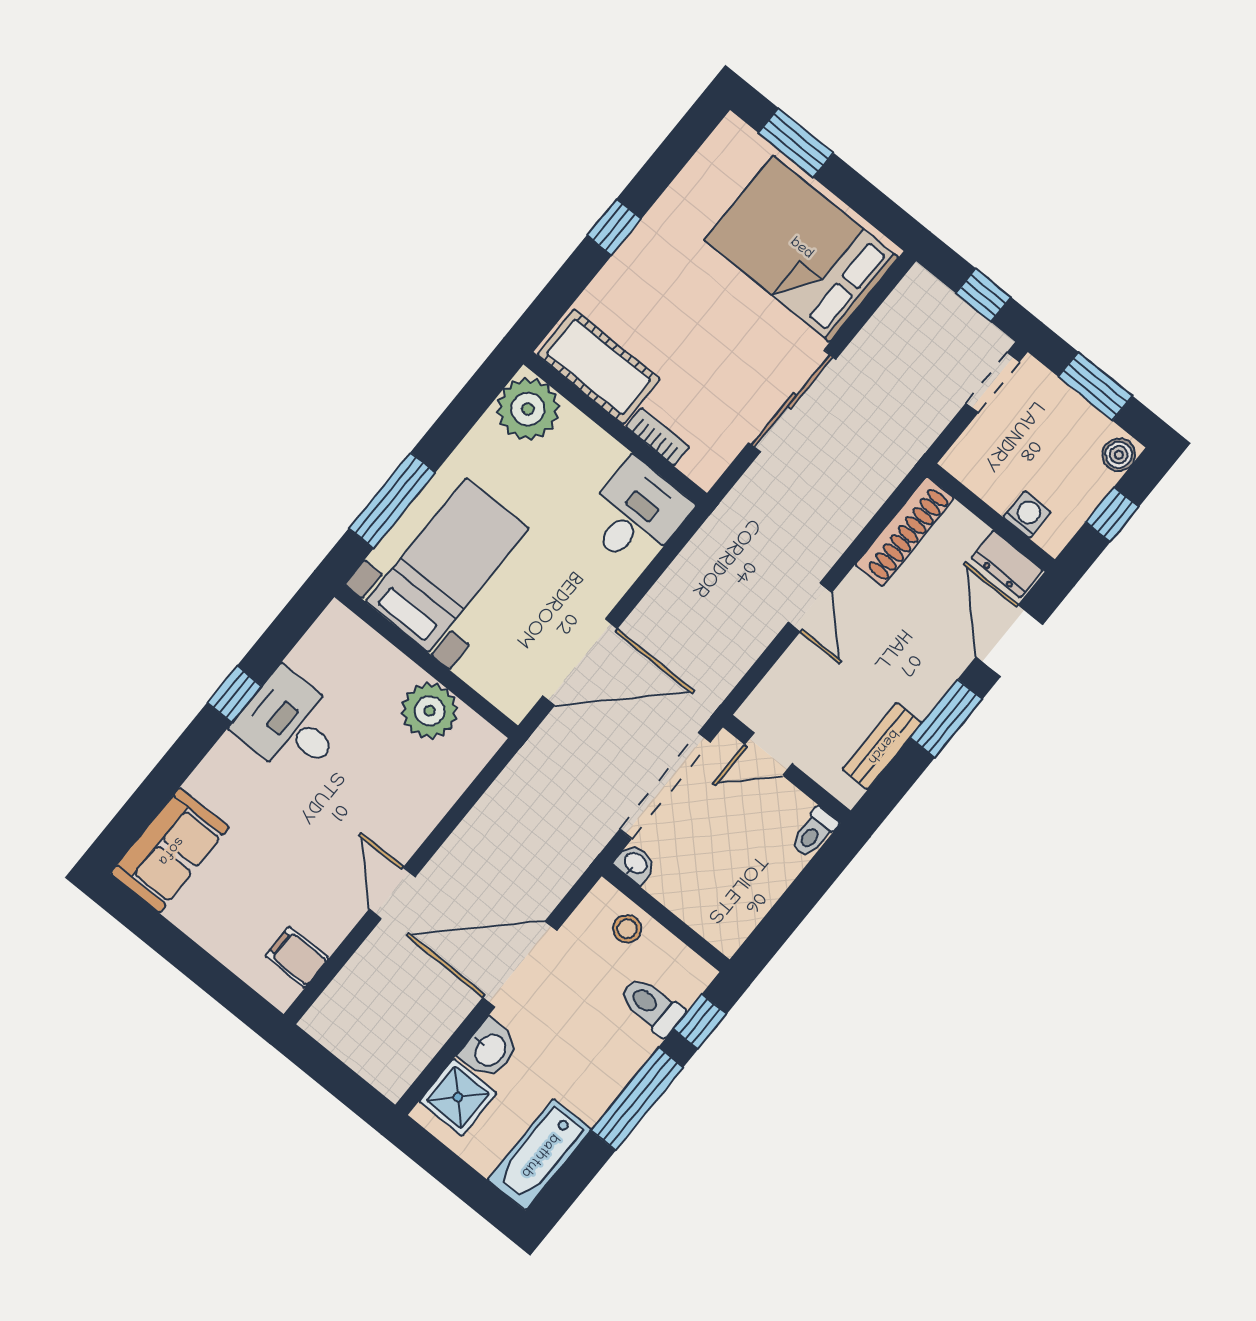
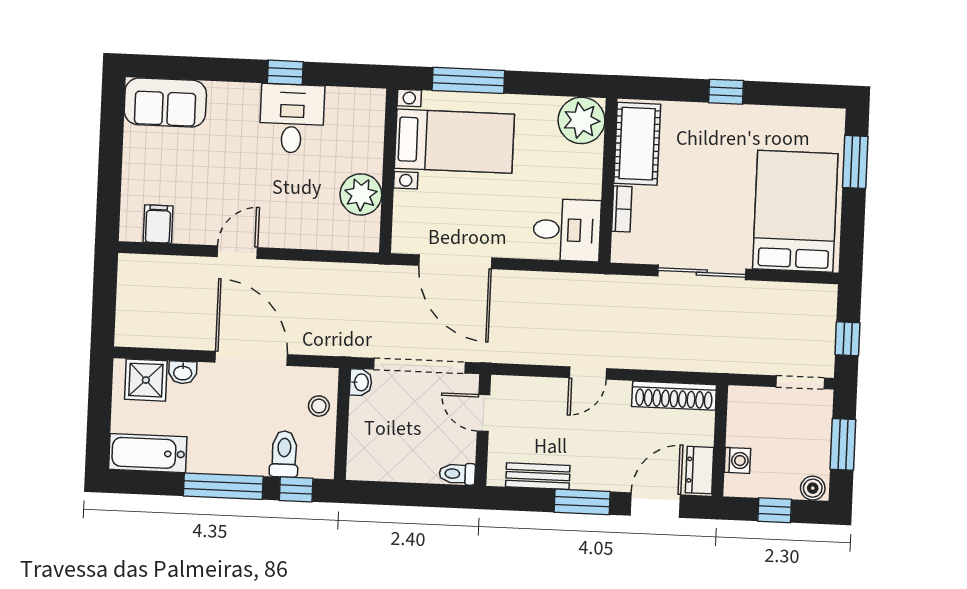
washbasin: (489, 1049) -> (183, 372), width x0.72, depth x0.69

